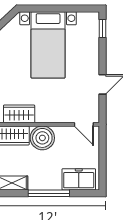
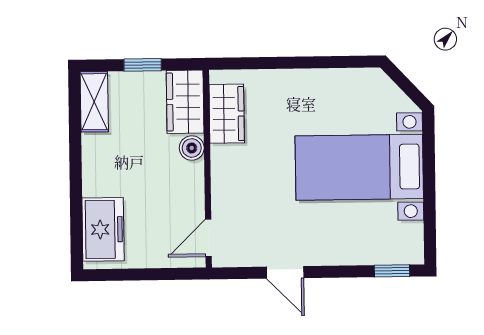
boiler: (42, 138) -> (192, 148), width x0.54, depth x0.54
window: (49, 193) -> (76, 173), removed

